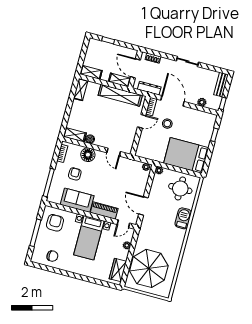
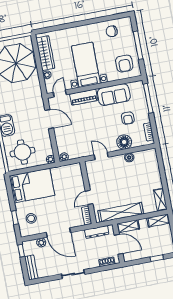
door: (172, 101) -> (58, 232), moved
stool: (167, 124) -> (31, 218), moved
shelving: (75, 135) -> (145, 155), removed
wardrobe: (118, 270) -> (45, 53), width x1.50

